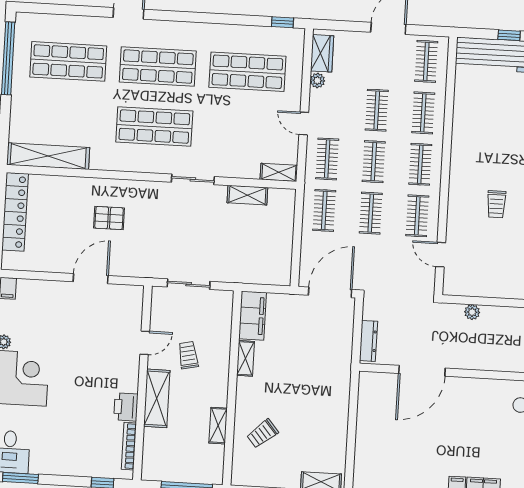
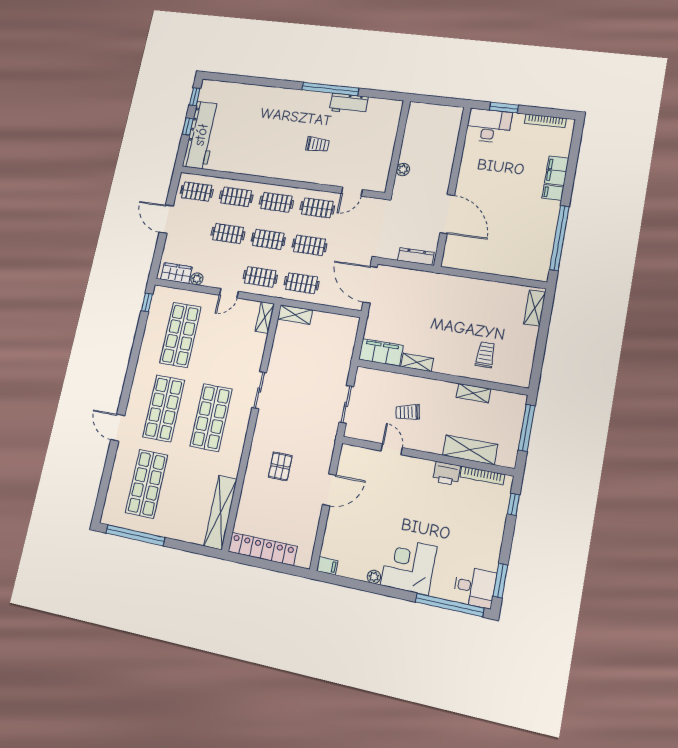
shelving: (247, 195) -> (295, 315), moved, turned 90
door: (91, 279) -> (329, 490), swing flipped
shelving: (157, 398) -> (470, 450), moved
trolley: (262, 434) -> (485, 355), turned -140

